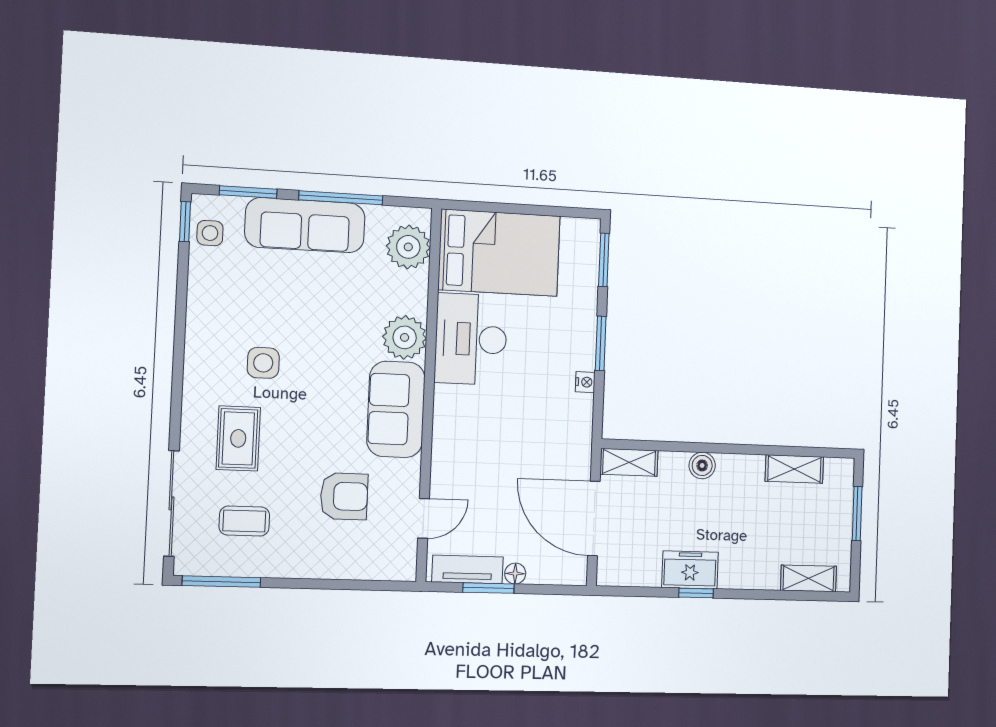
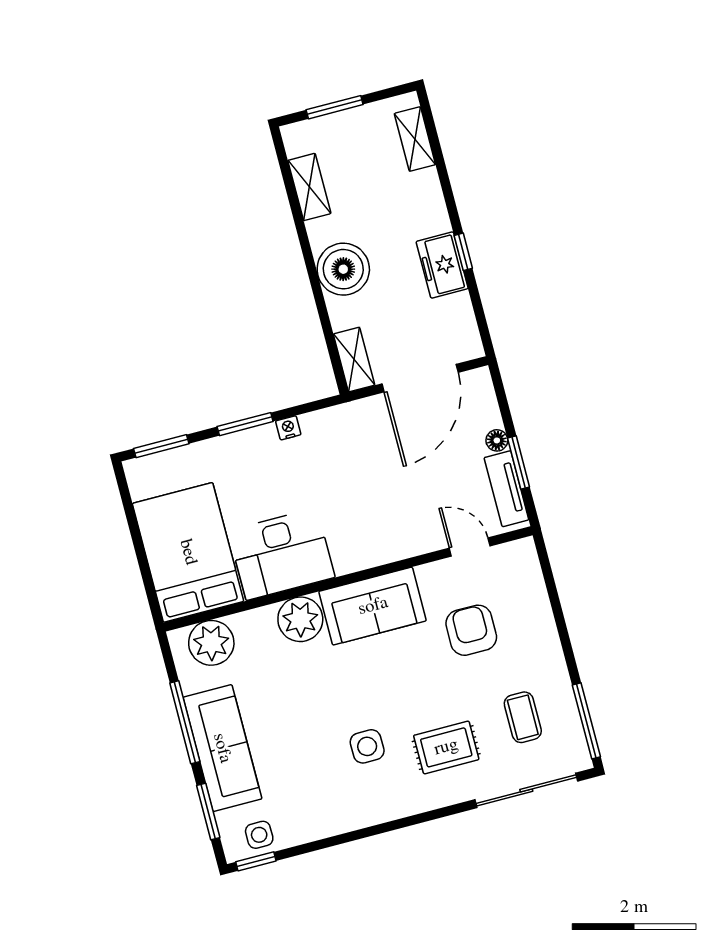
boiler: (702, 465) -> (343, 269), width x1.86, depth x1.86

